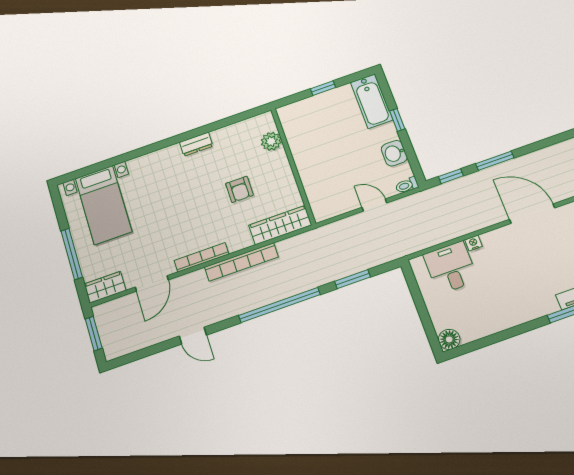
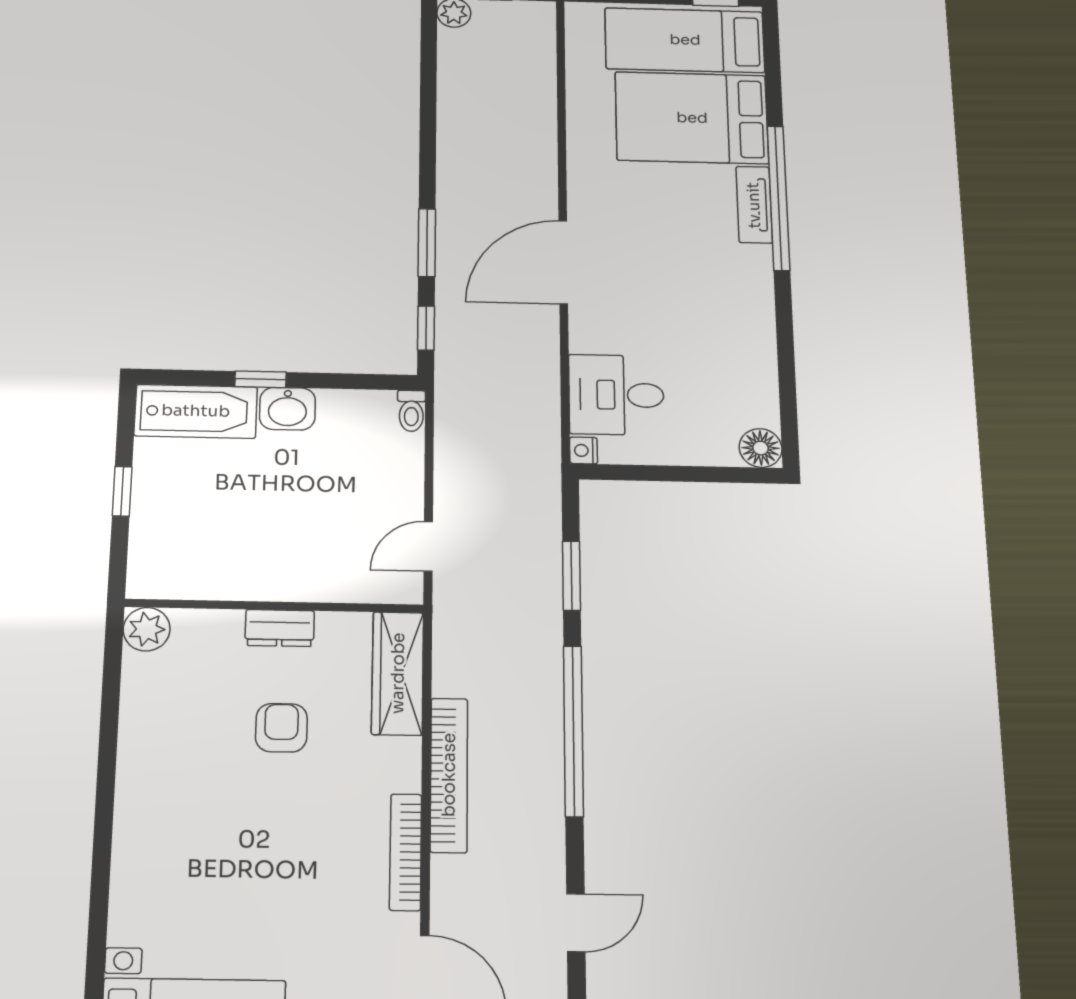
plant: (271, 141) -> (147, 629), moved
dresser: (196, 144) -> (280, 628), moved, turned 90
washbasin: (394, 153) -> (287, 409), moved
armchair: (239, 189) -> (281, 728), turned -90
door: (374, 205) -> (428, 546), moved
door: (532, 214) -> (563, 262), moved
nightstand: (473, 243) -> (583, 450), moved

